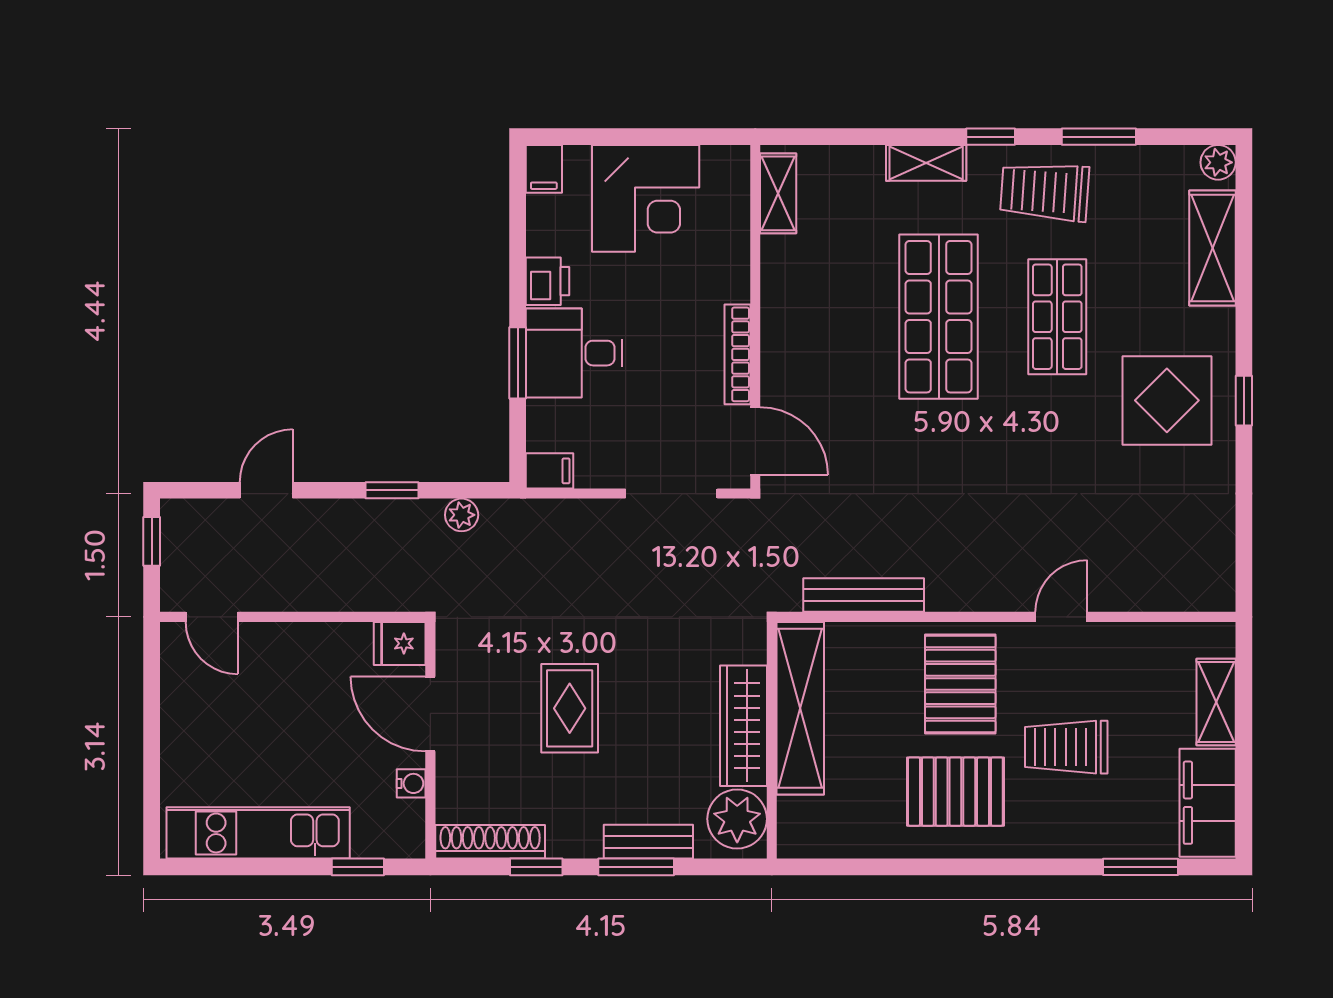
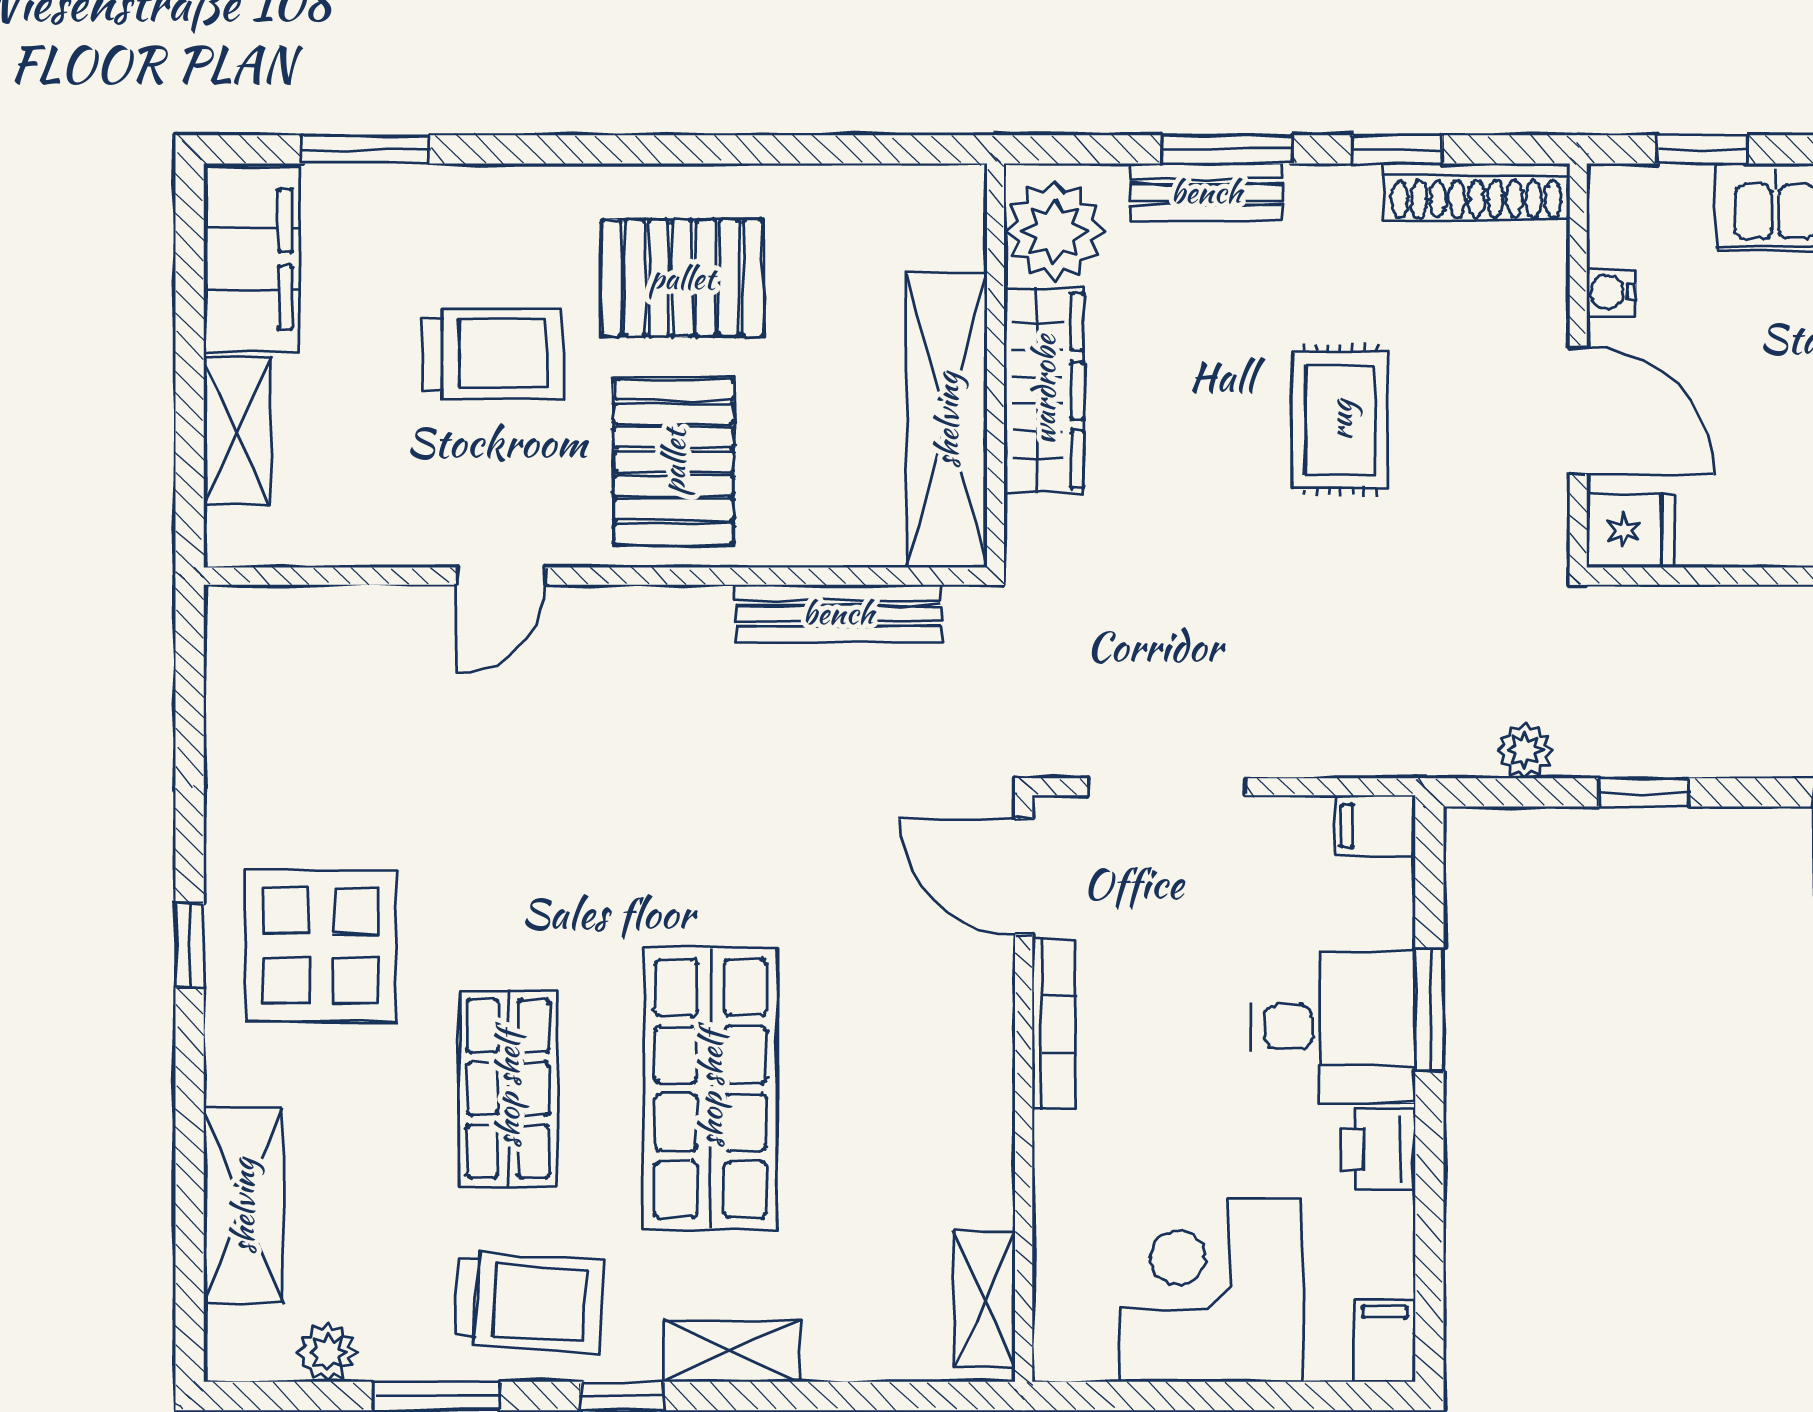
plant: (1218, 162) -> (328, 1352), moved

